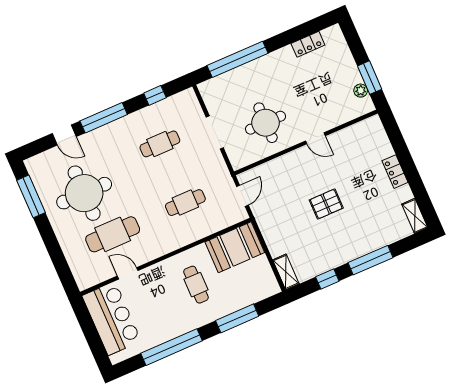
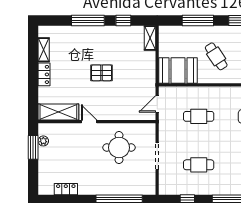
shelving: (358, 134) -> (58, 112), added
shelving: (415, 216) -> (44, 50), moved
cafe table: (196, 285) -> (216, 56), turned -33

